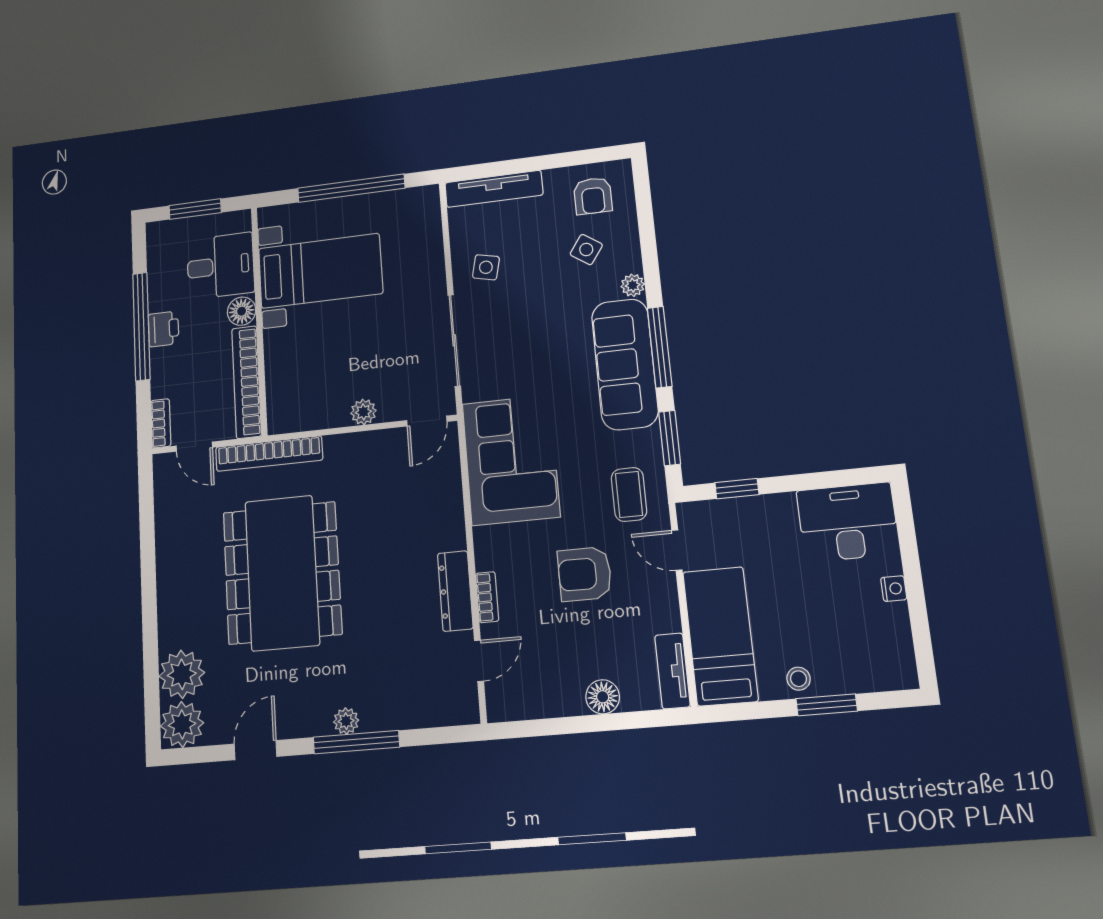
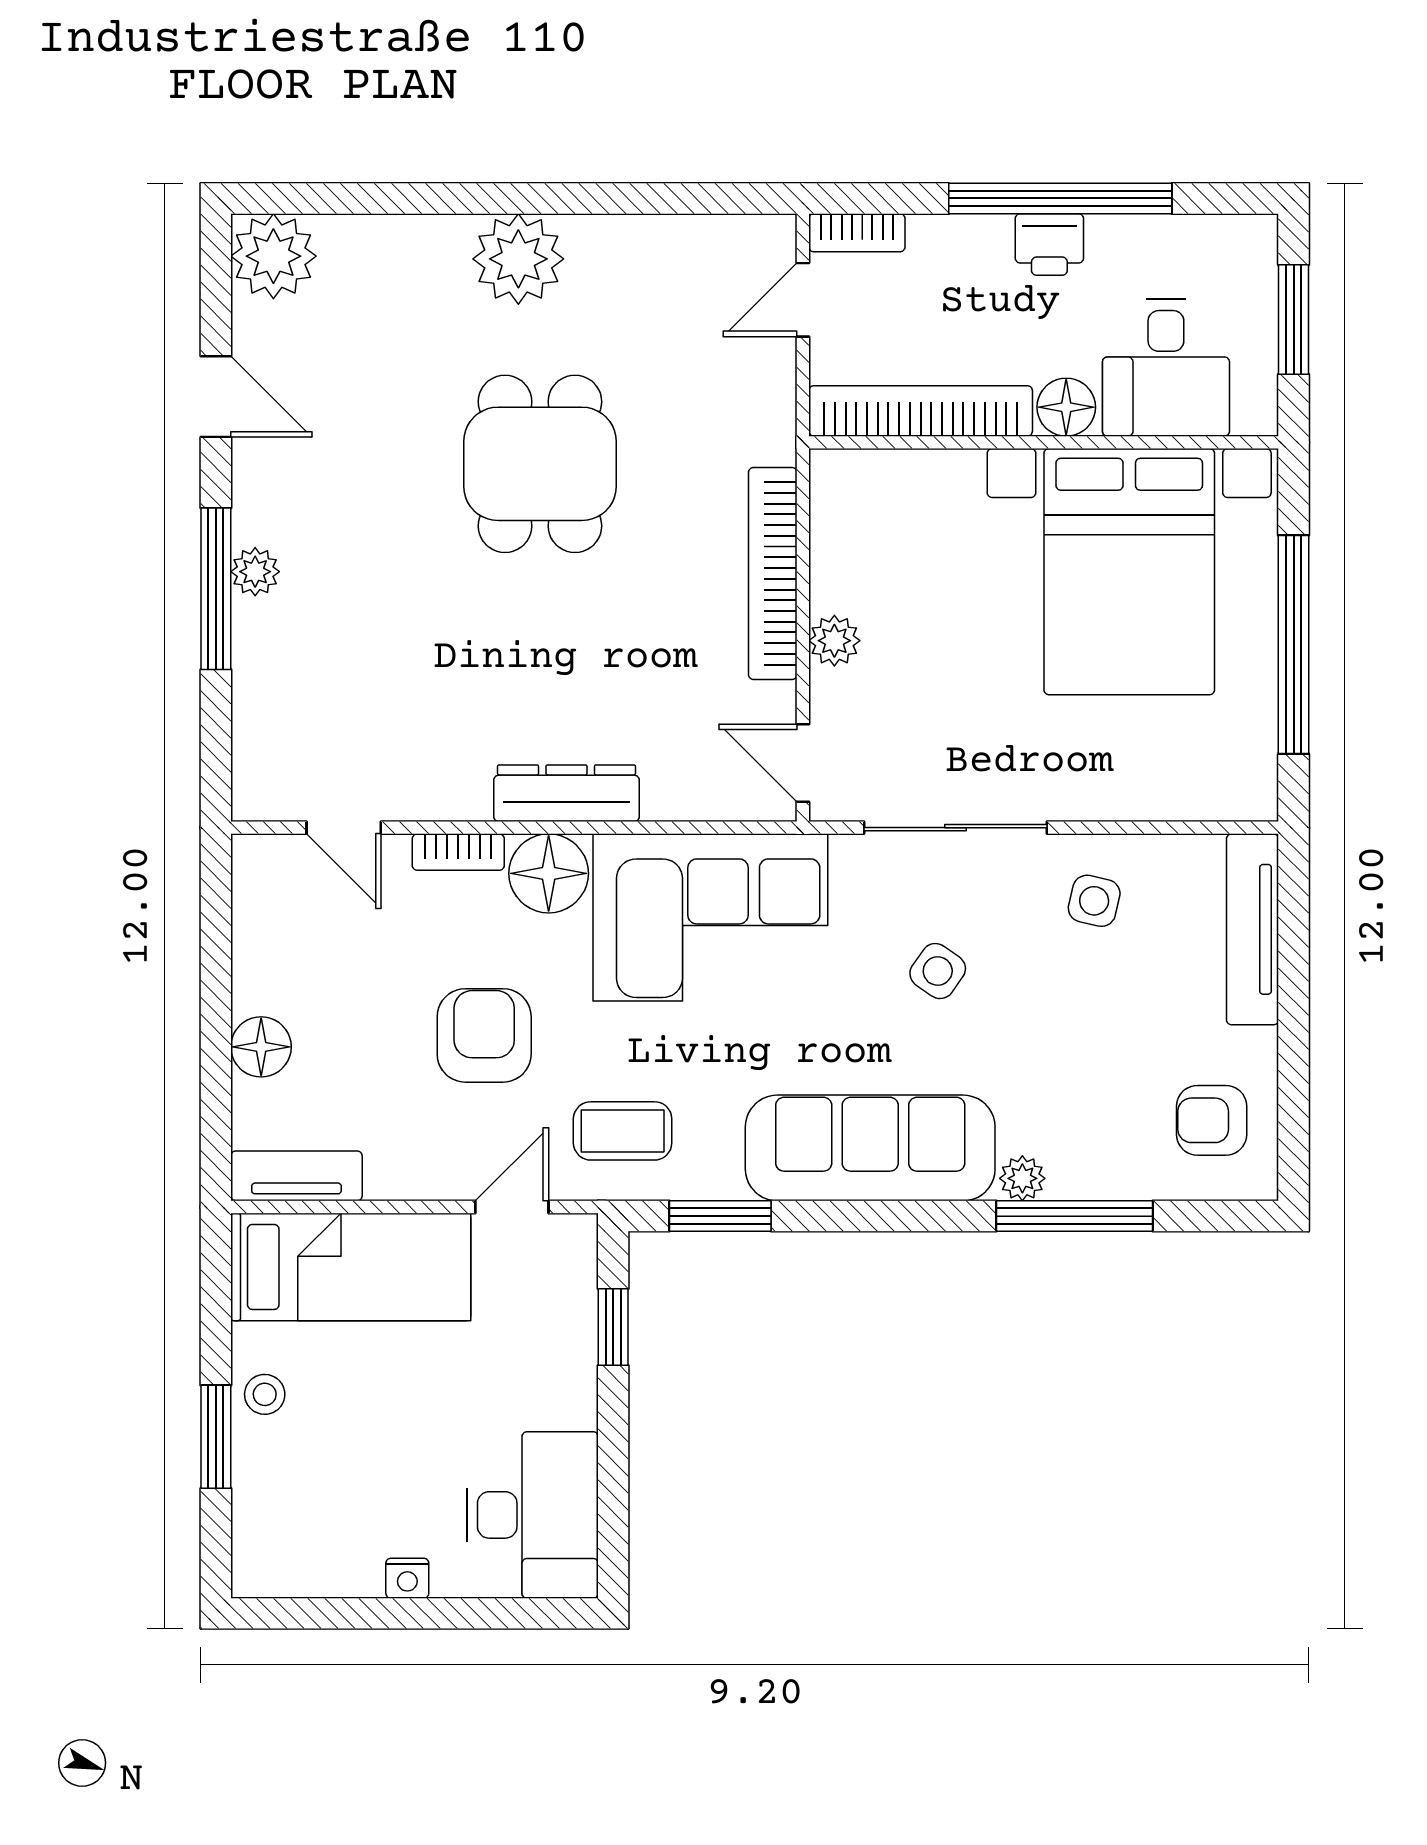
side table: (586, 249) -> (938, 971), moved
bed with nightstands: (320, 271) -> (1129, 572), width x1.36
window: (660, 347) -> (1074, 1216), moved
bookcase: (269, 454) -> (773, 573), moved
floor lamp: (495, 548) -> (549, 873), added
dining table: (282, 573) -> (540, 464), width x0.53, depth x0.80
dresser: (455, 591) -> (567, 793), moved
plant: (182, 674) -> (518, 259), moved

